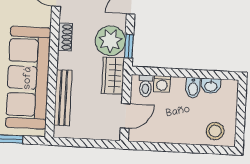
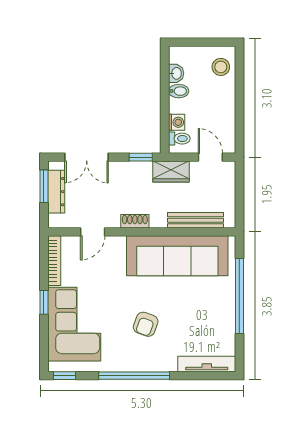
plant: (110, 41) -> (136, 176), removed

